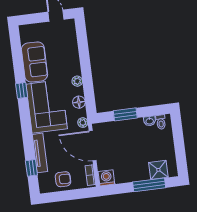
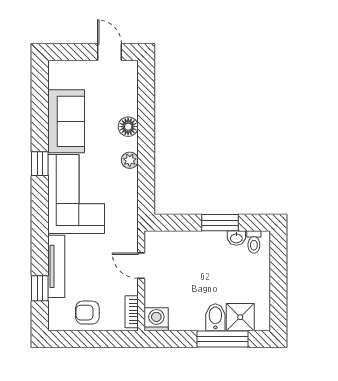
floor lamp: (79, 102) -> (128, 127), moved
window: (125, 114) -> (220, 223), moved
plant: (83, 123) -> (130, 227), removed
door: (93, 146) -> (141, 266), width x0.53
bidet: (143, 172) -> (215, 317), added
armchair: (63, 179) -> (87, 313), turned 180

